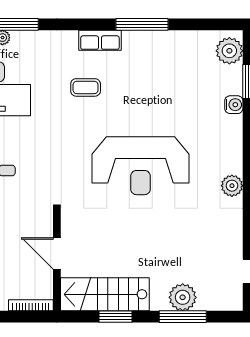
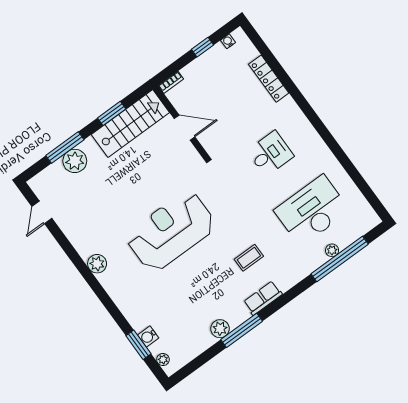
plant: (161, 41) -> (220, 329), added
plant: (229, 51) -> (163, 360), width x0.53, depth x0.53
water cooler: (234, 105) -> (148, 336), moved
bookcase: (31, 305) -> (171, 82), width x0.64

